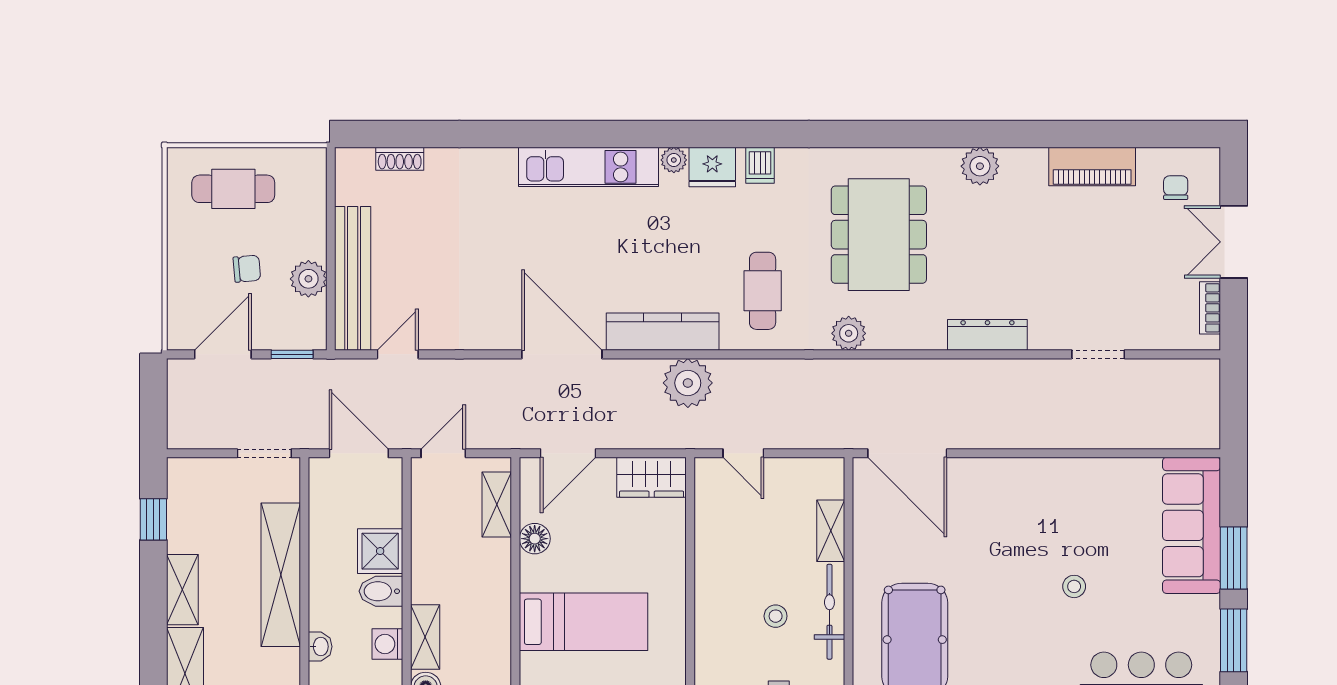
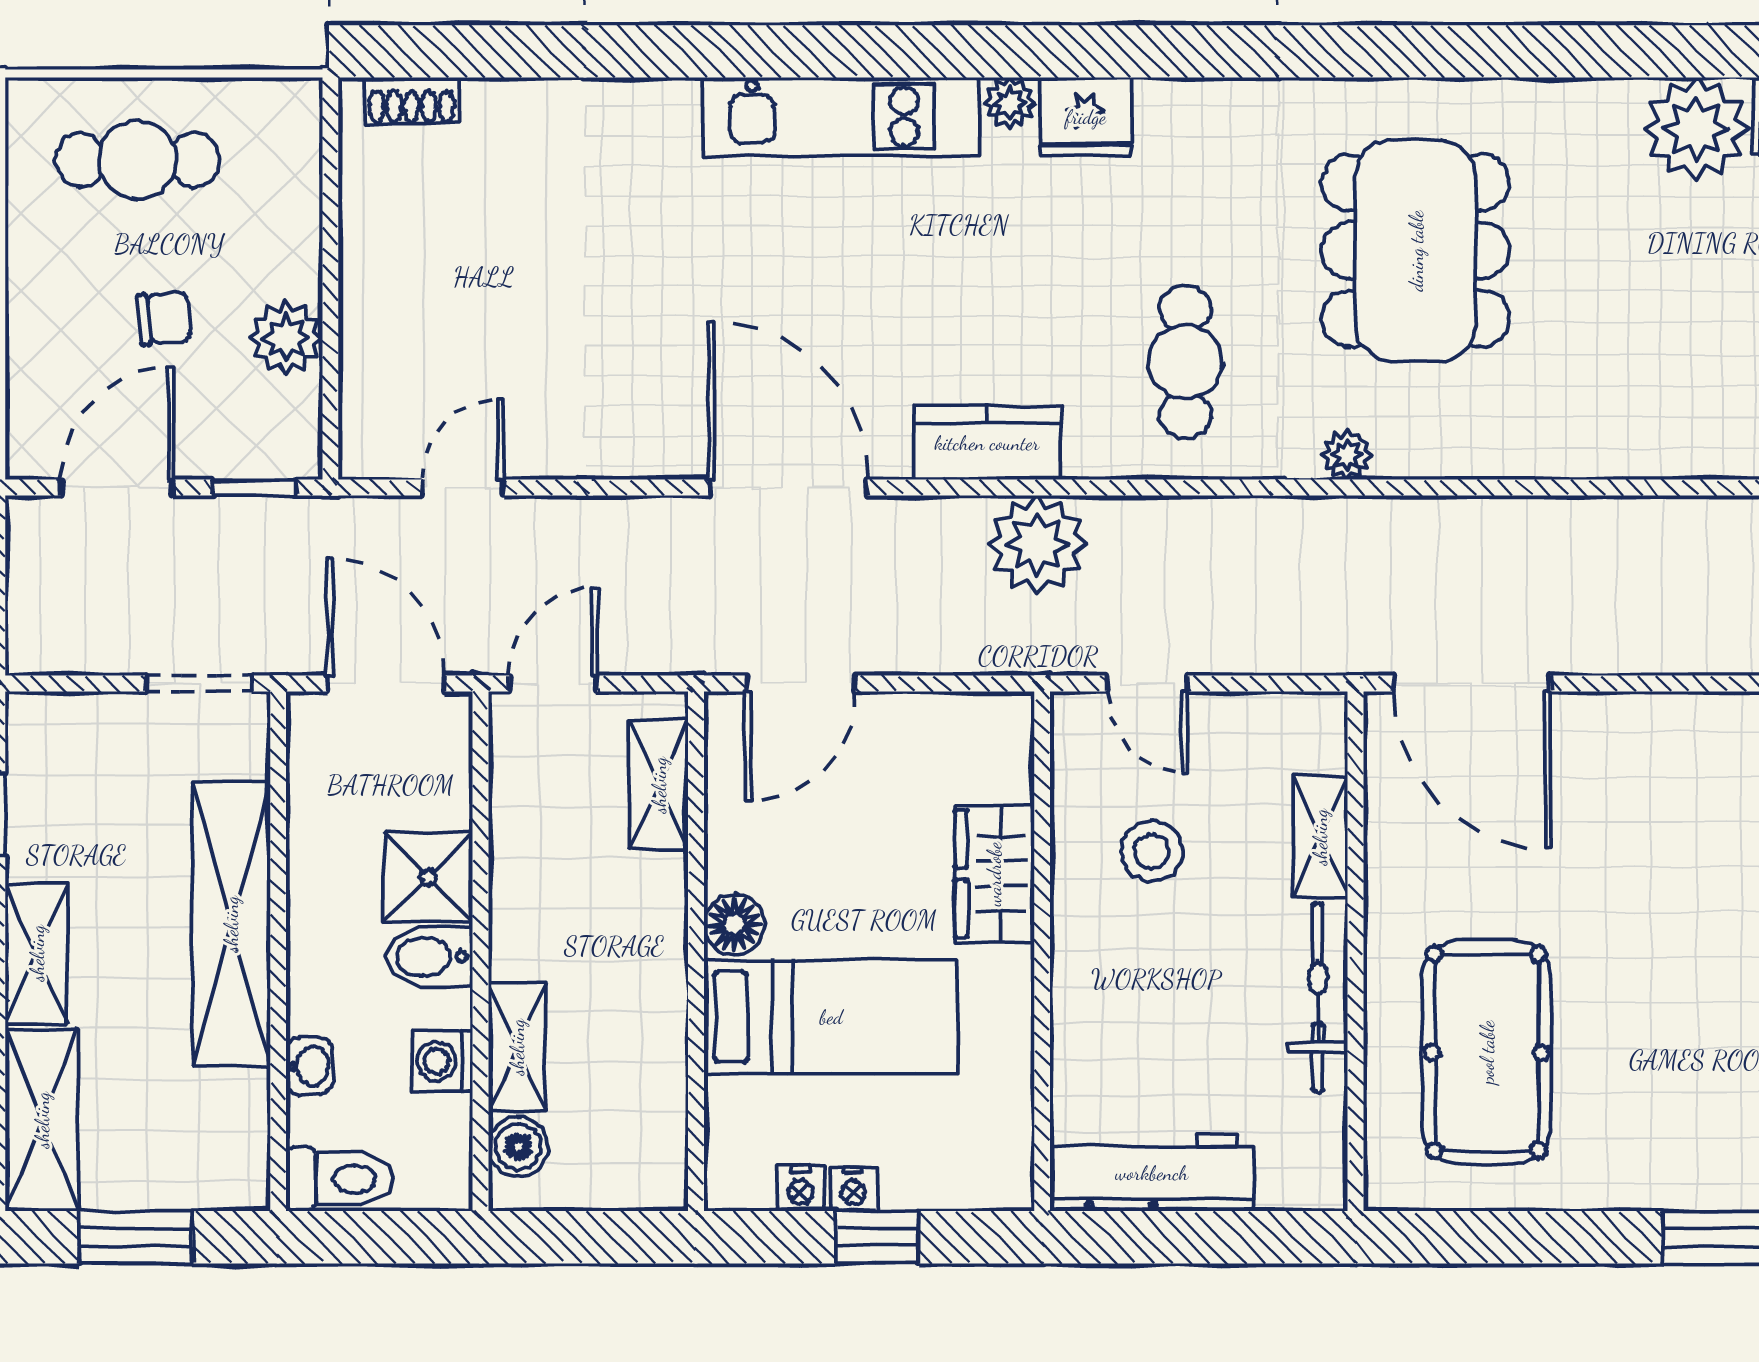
shoe rack: (400, 159) -> (412, 100), moved
dishwasher: (760, 165) -> (1180, 113), removed
plant: (980, 166) -> (1696, 129), moved, width x1.36, depth x1.36
bench: (353, 278) -> (374, 337), removed
kitchen counter: (663, 332) -> (987, 443), width x0.67
plant: (849, 333) -> (1347, 455), width x0.73, depth x0.73
dresser: (987, 335) -> (1631, 449), removed
wardrobe: (652, 477) -> (994, 874), moved, turned 90
floor lamp: (535, 539) -> (734, 924), moved
stool: (776, 616) -> (1152, 851), moved, width x1.37, depth x1.37

